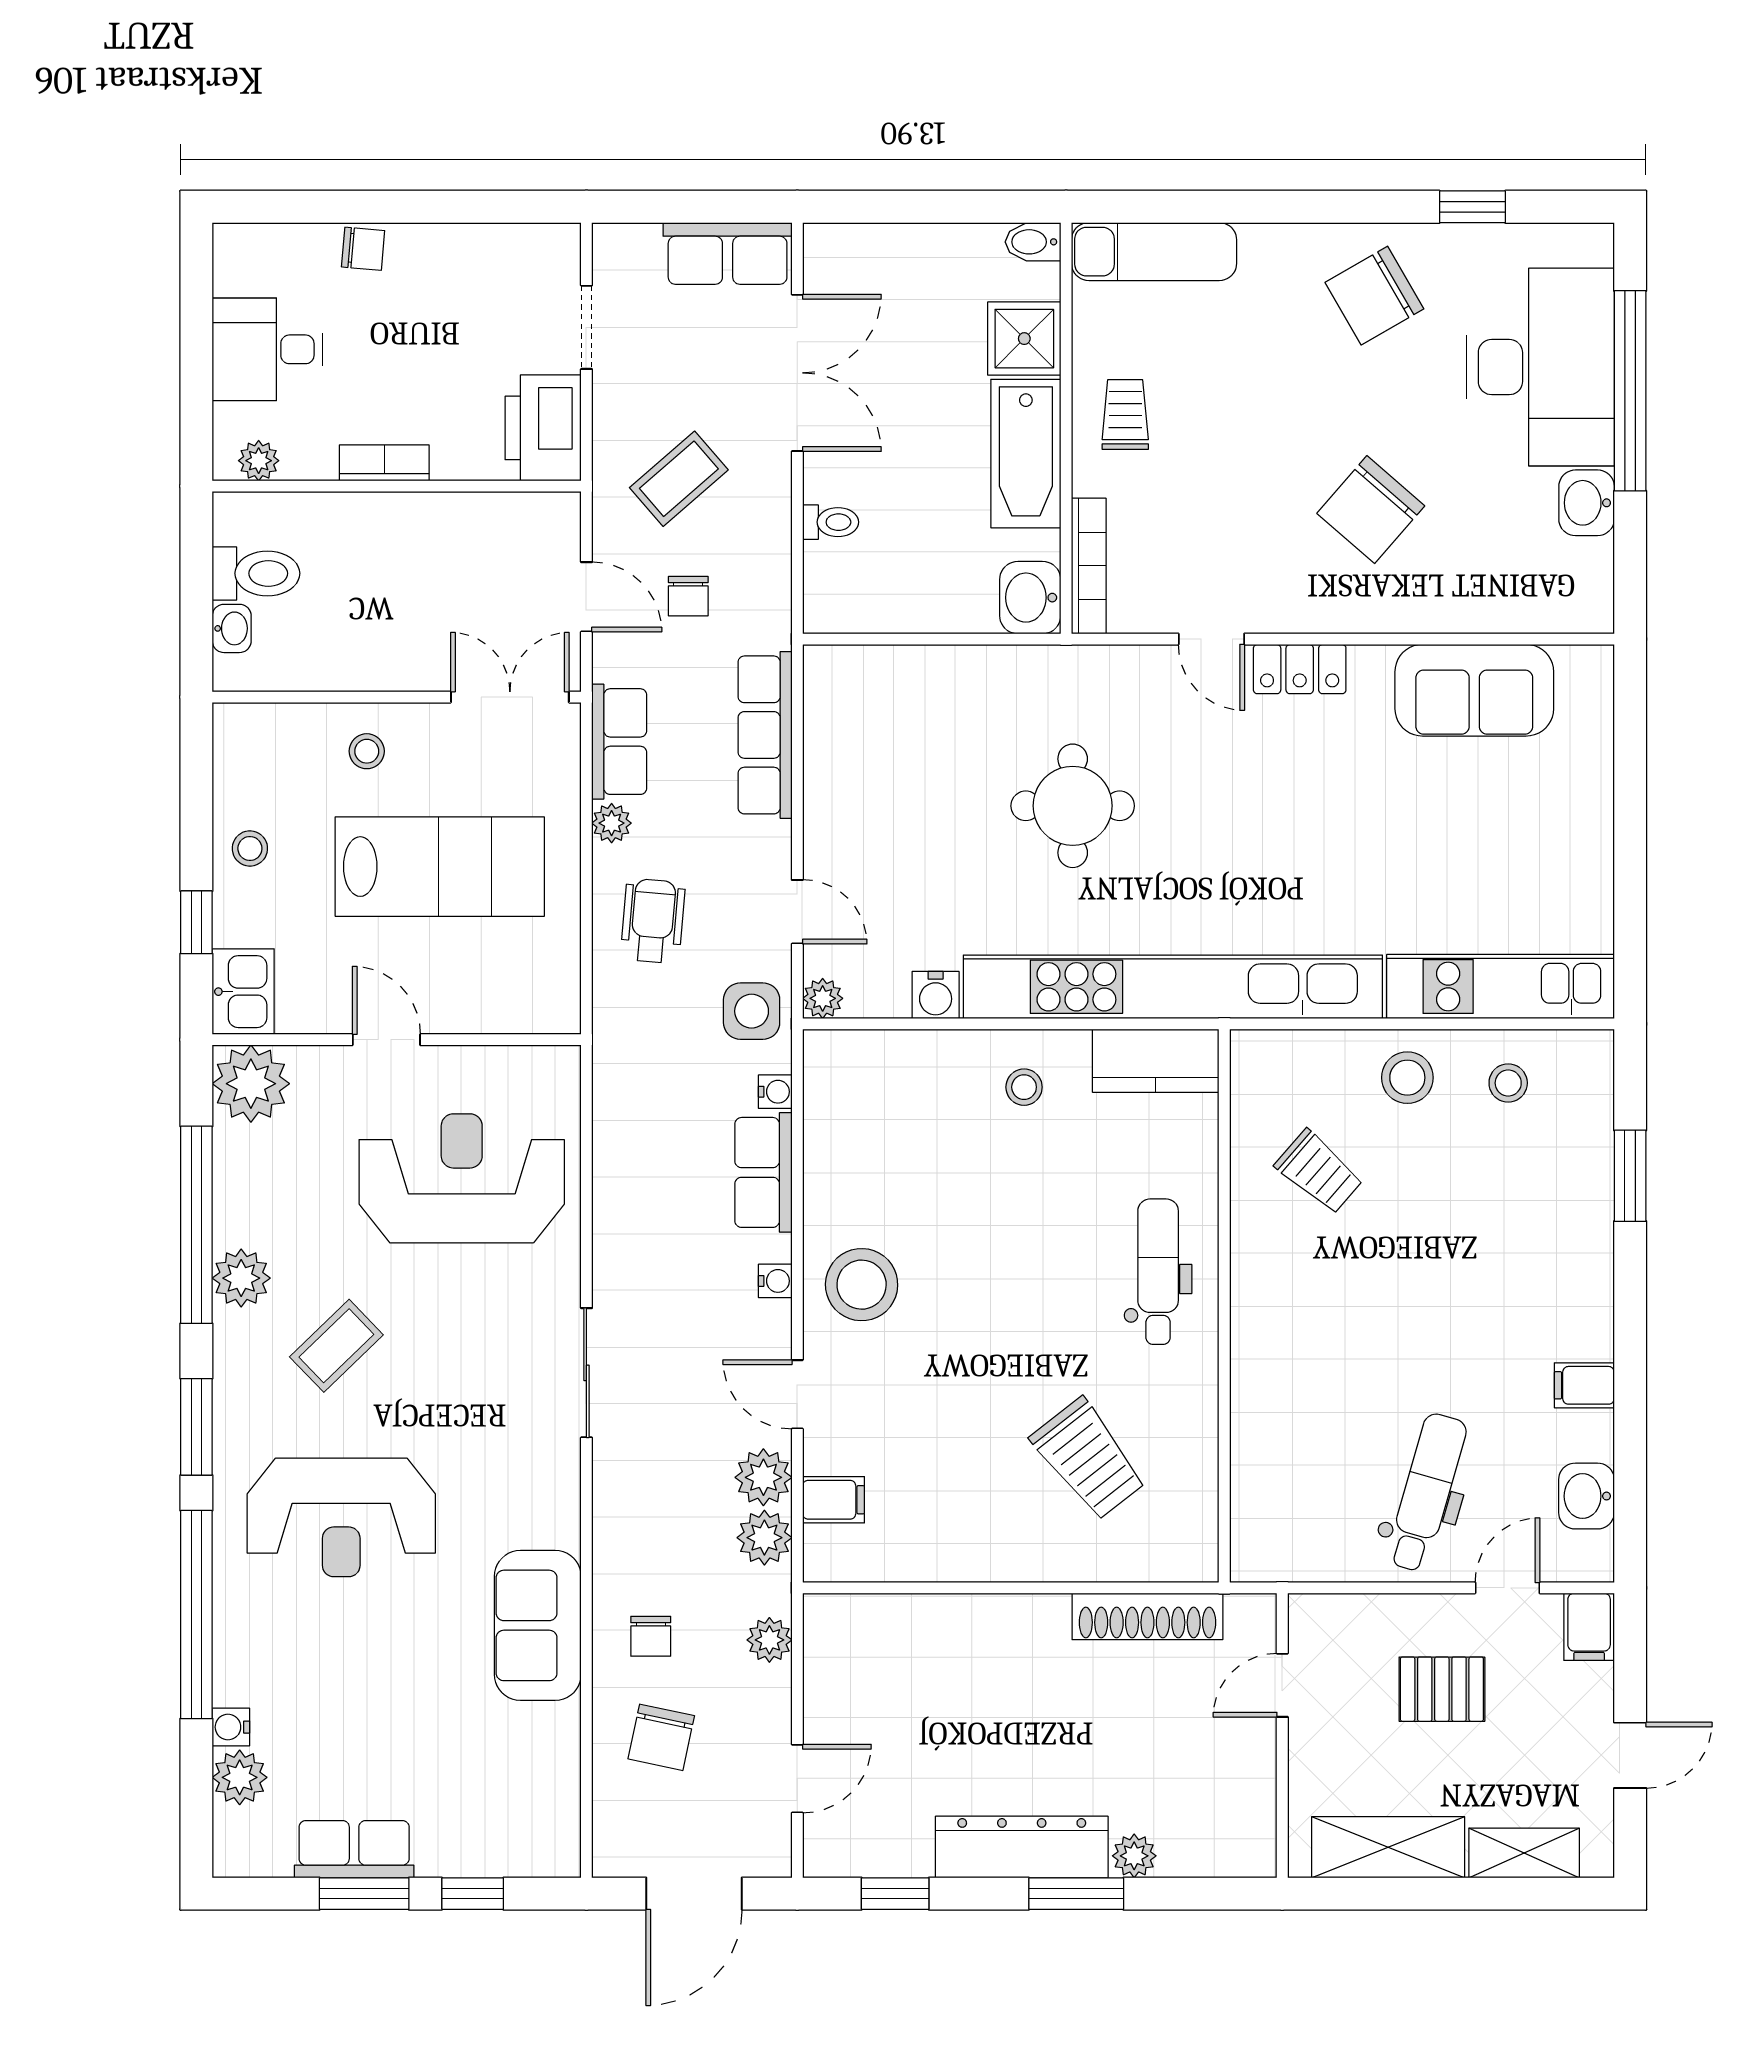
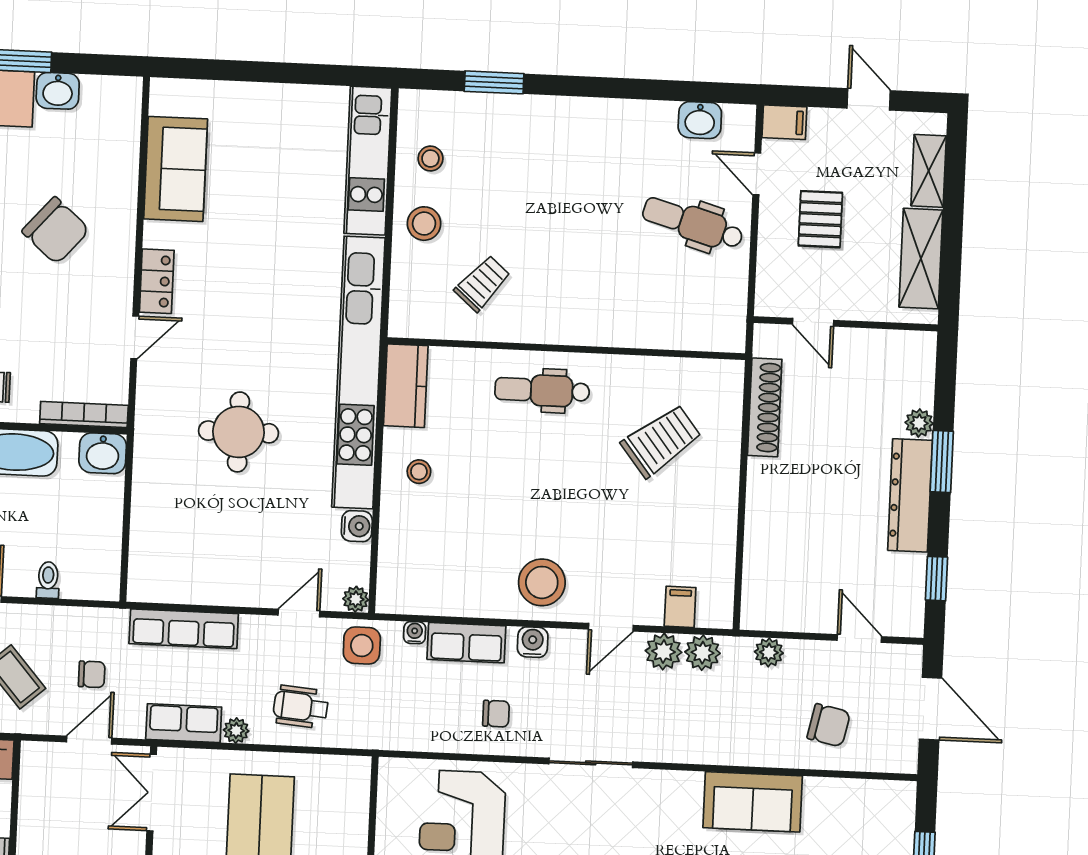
water cooler: (775, 1281) -> (533, 642), width x1.38, depth x1.38
filing cabinet: (1584, 1385) -> (628, 118), removed
chair: (651, 1636) -> (496, 714), moved

